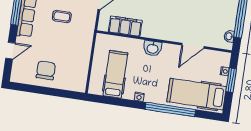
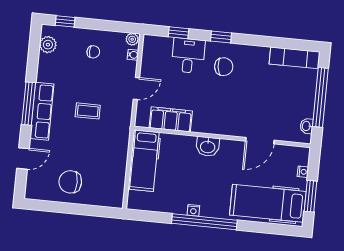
chair: (46, 70) -> (70, 182), turned -90
hospital bed: (115, 74) -> (144, 161), moved, turned 180
window: (231, 80) -> (311, 196), moved
window: (170, 109) -> (204, 222), moved

